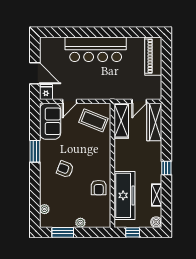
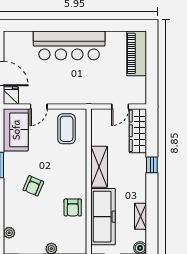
coffee table: (93, 120) -> (67, 129), turned 68
shelving: (121, 121) -> (99, 167), moved
window: (166, 168) -> (152, 165), moved
armchair: (65, 169) -> (33, 186), turned -88

